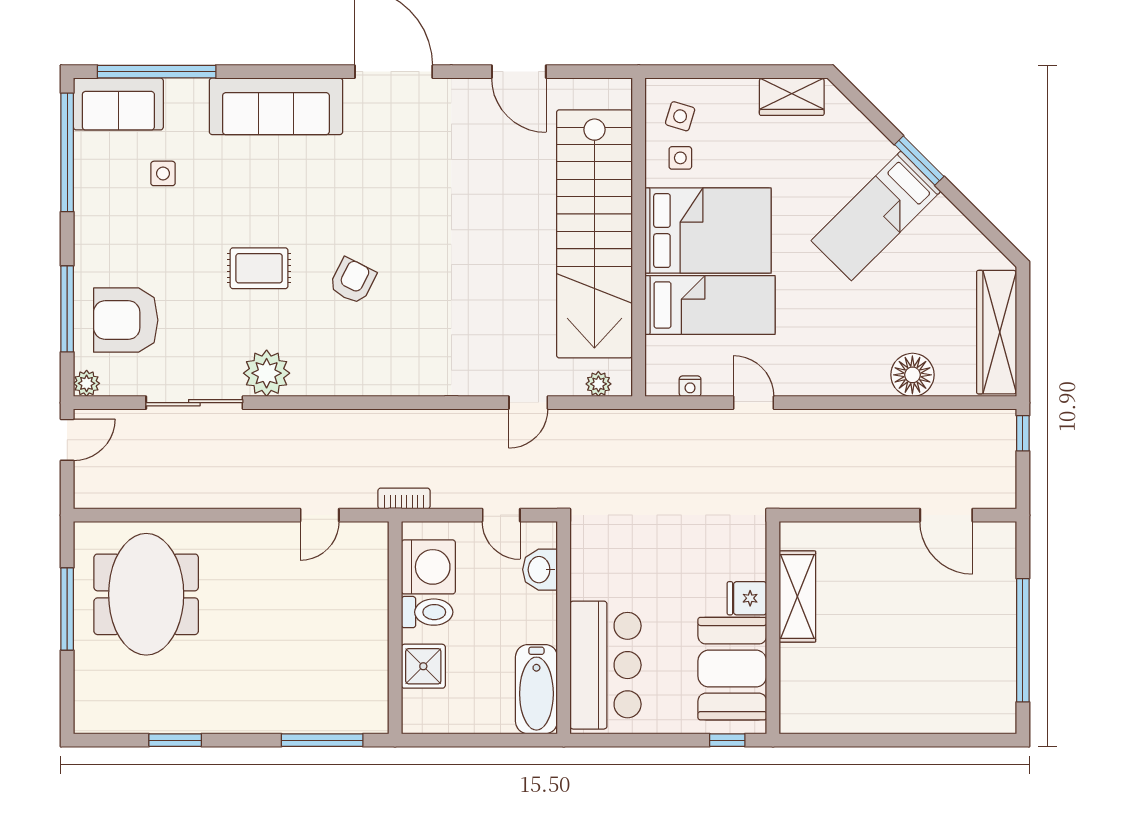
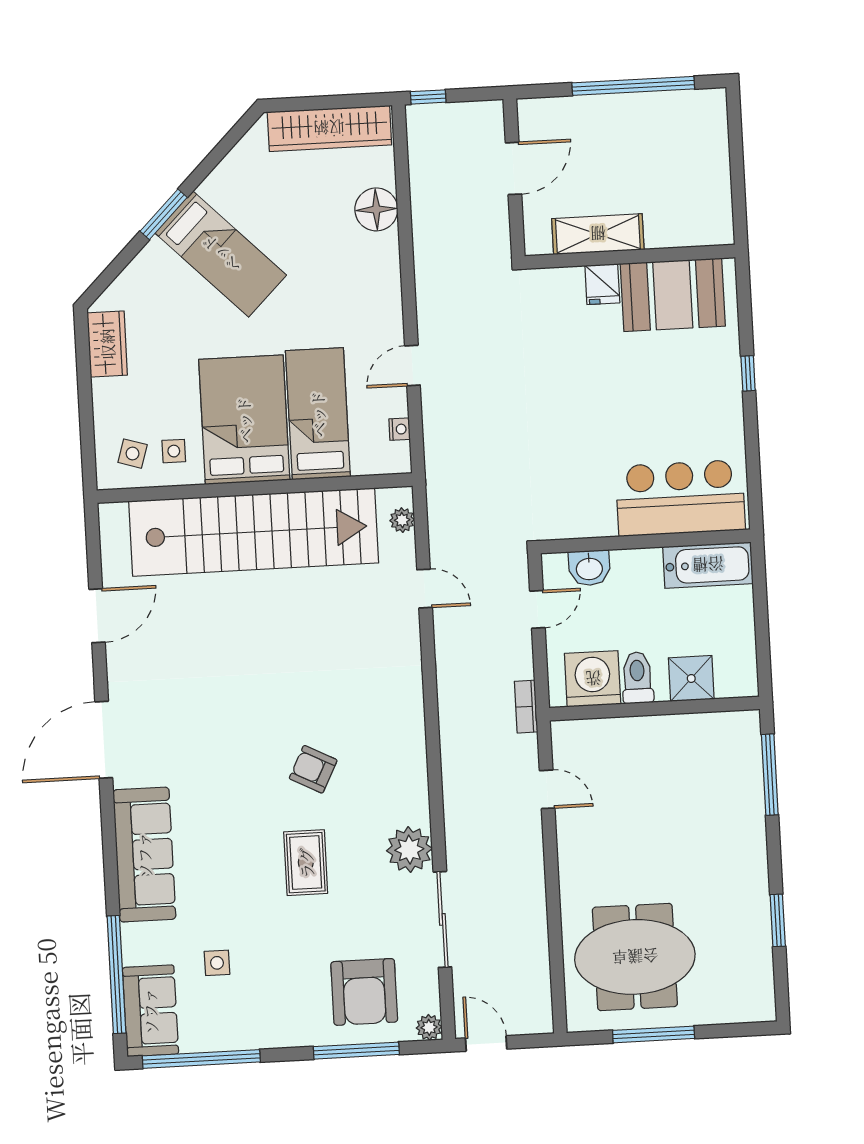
shelving: (797, 596) -> (598, 234), moved
fridge: (747, 598) -> (602, 284), moved
wall: (773, 628) -> (630, 257), moved
booth: (732, 669) -> (673, 295), moved

